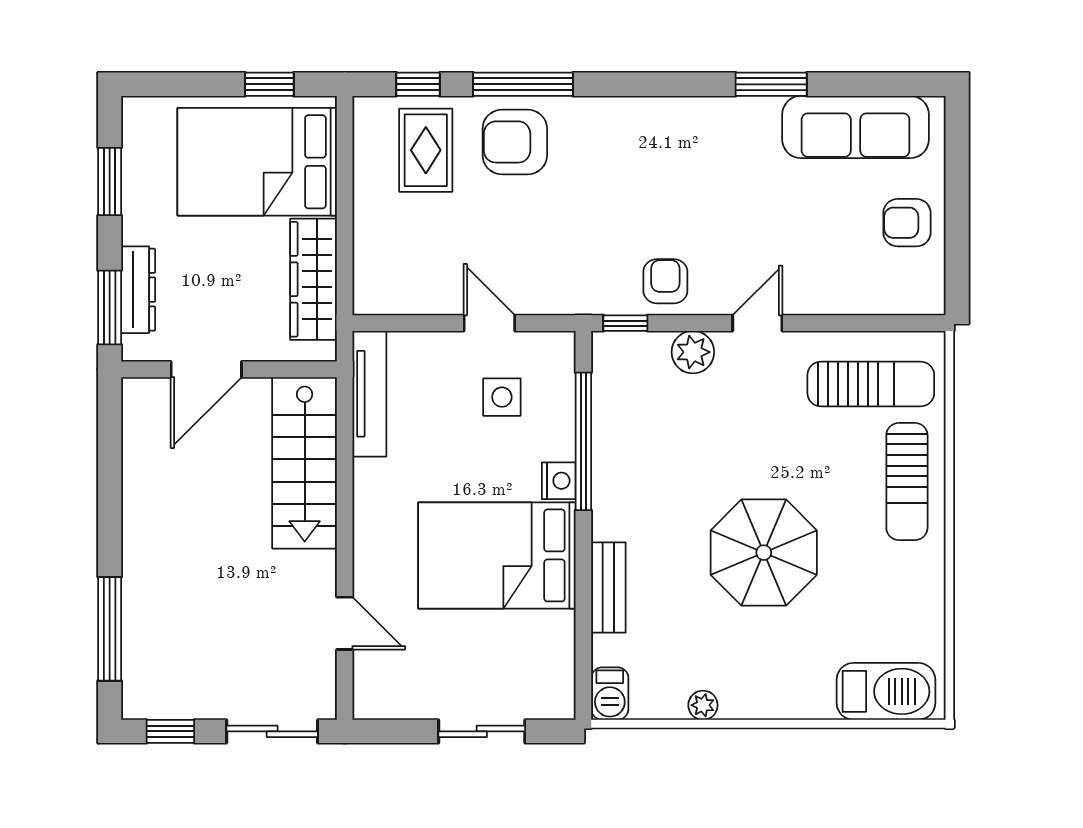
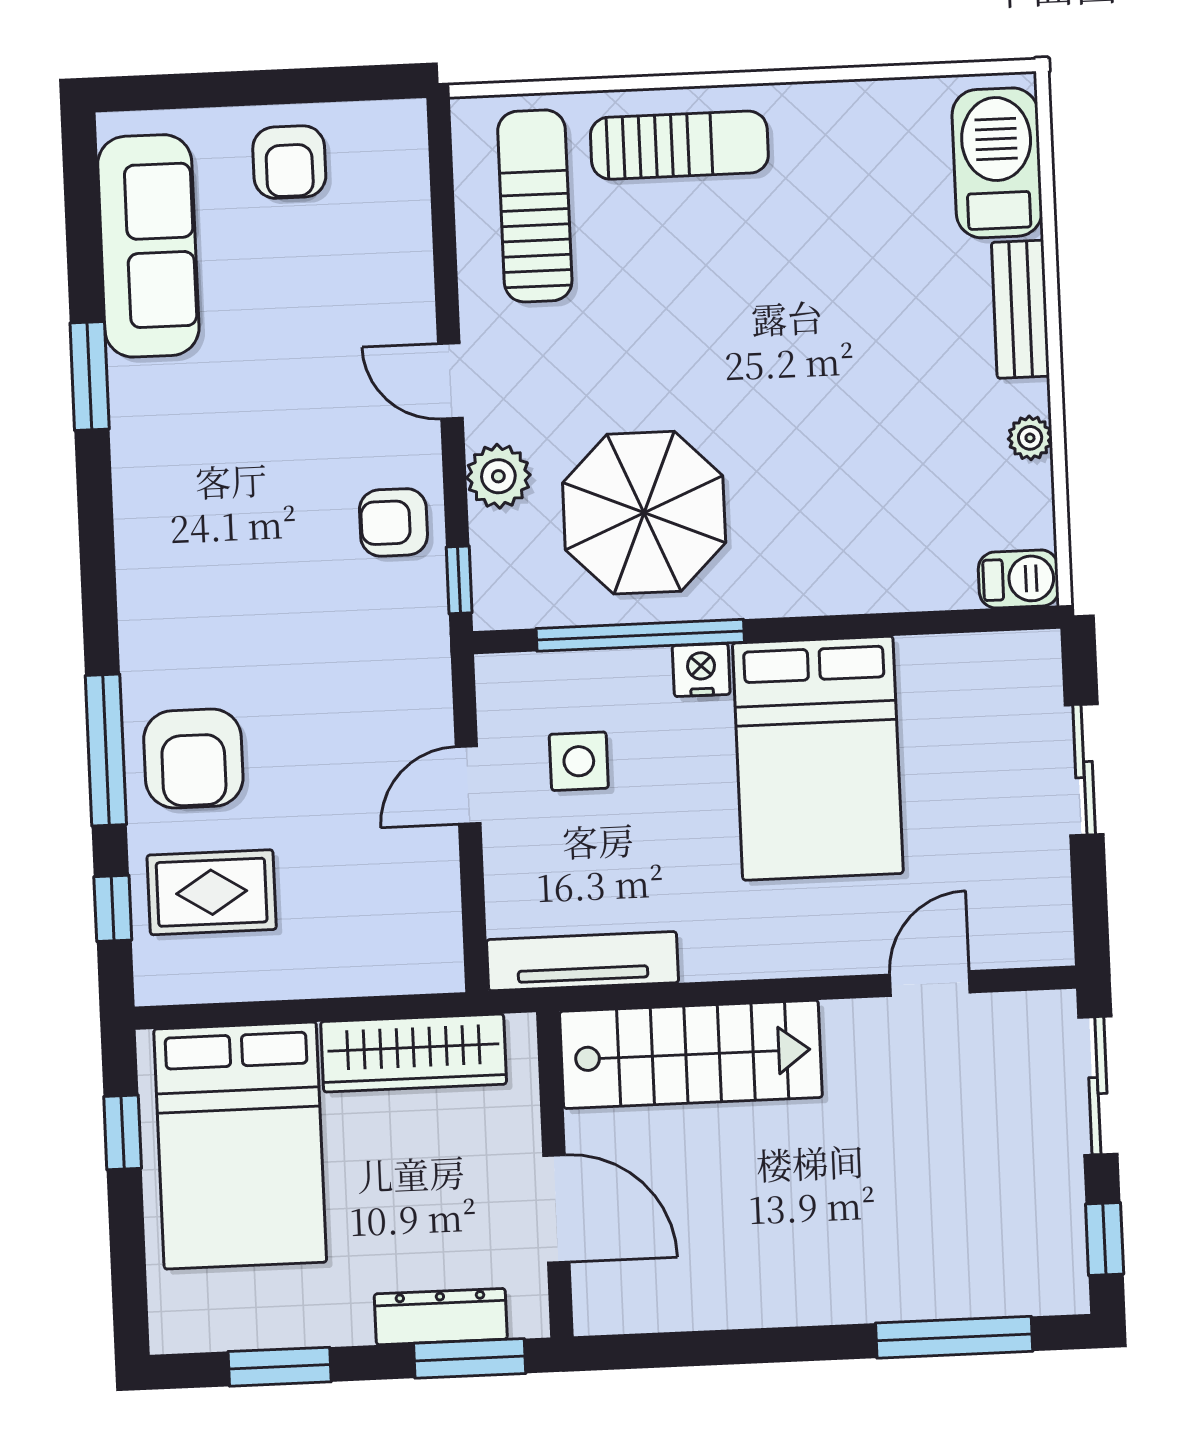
parasol: (764, 553) -> (644, 513), moved
bench: (608, 588) -> (1020, 309), moved, turned 90

